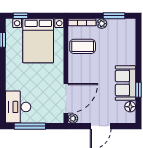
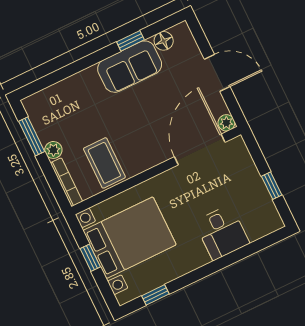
window: (20, 16) -> (90, 258), moved
door: (66, 98) -> (200, 149), hinge flipped
desk: (18, 107) -> (222, 232), moved, width x0.73
window: (30, 126) -> (272, 186), width x0.46

